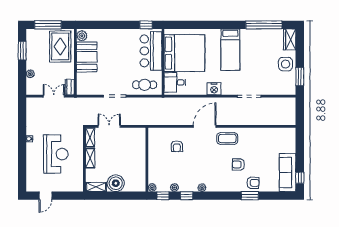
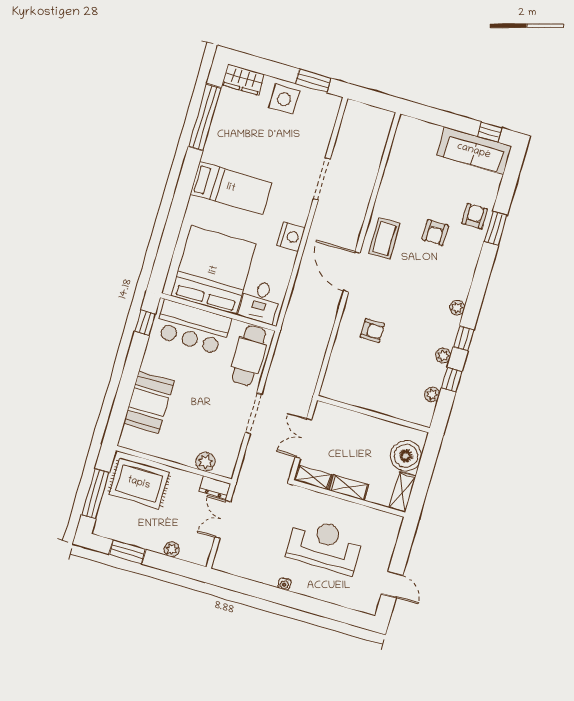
plant: (82, 36) -> (205, 462), moved
booth: (87, 57) -> (149, 402), moved, turned 90
cafe table: (145, 85) -> (249, 356), width x1.37, depth x1.35
wall: (147, 160) -> (373, 414), moved

